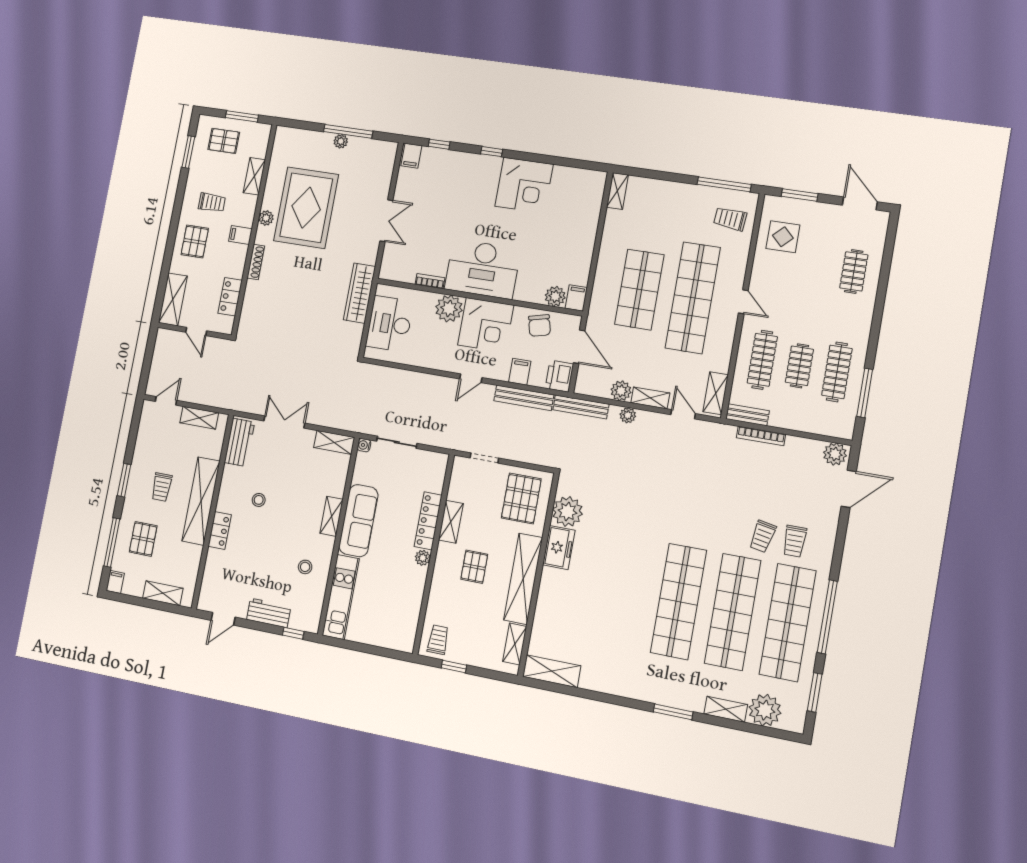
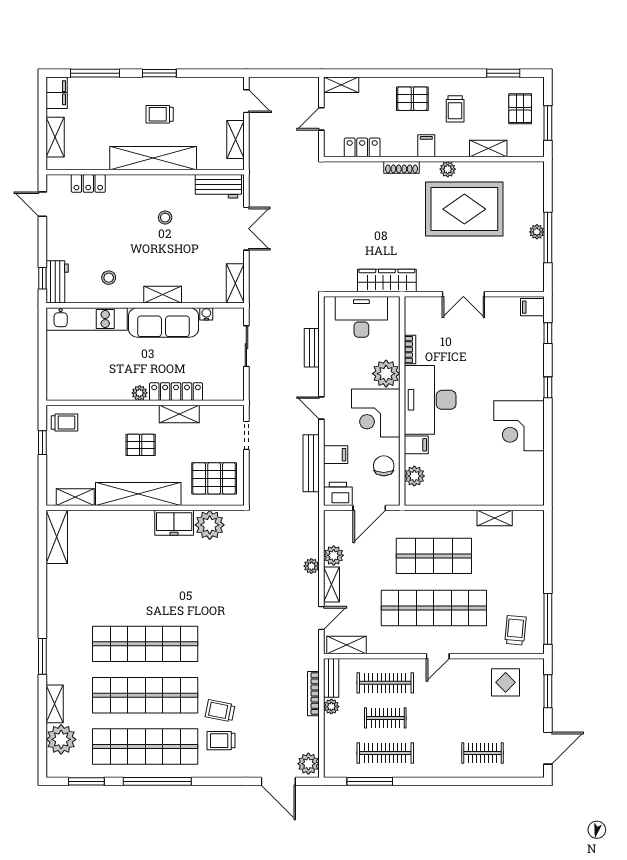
shelving: (617, 191) -> (495, 518), moved
filing cabinet: (576, 298) -> (416, 445), moved
shelving: (173, 299) -> (341, 85), width x0.67, depth x0.75
chair: (540, 325) -> (384, 466), turned 104
bench: (581, 407) -> (312, 348), moved, width x0.73
plant: (778, 420) -> (331, 707), added
water cooler: (364, 445) -> (206, 314), moved
locker: (220, 531) -> (88, 183), moved
pallet: (143, 539) -> (105, 105), removed
filing cabinet: (115, 582) -> (57, 93), width x2.00
workbench: (269, 613) -> (57, 282), moved

